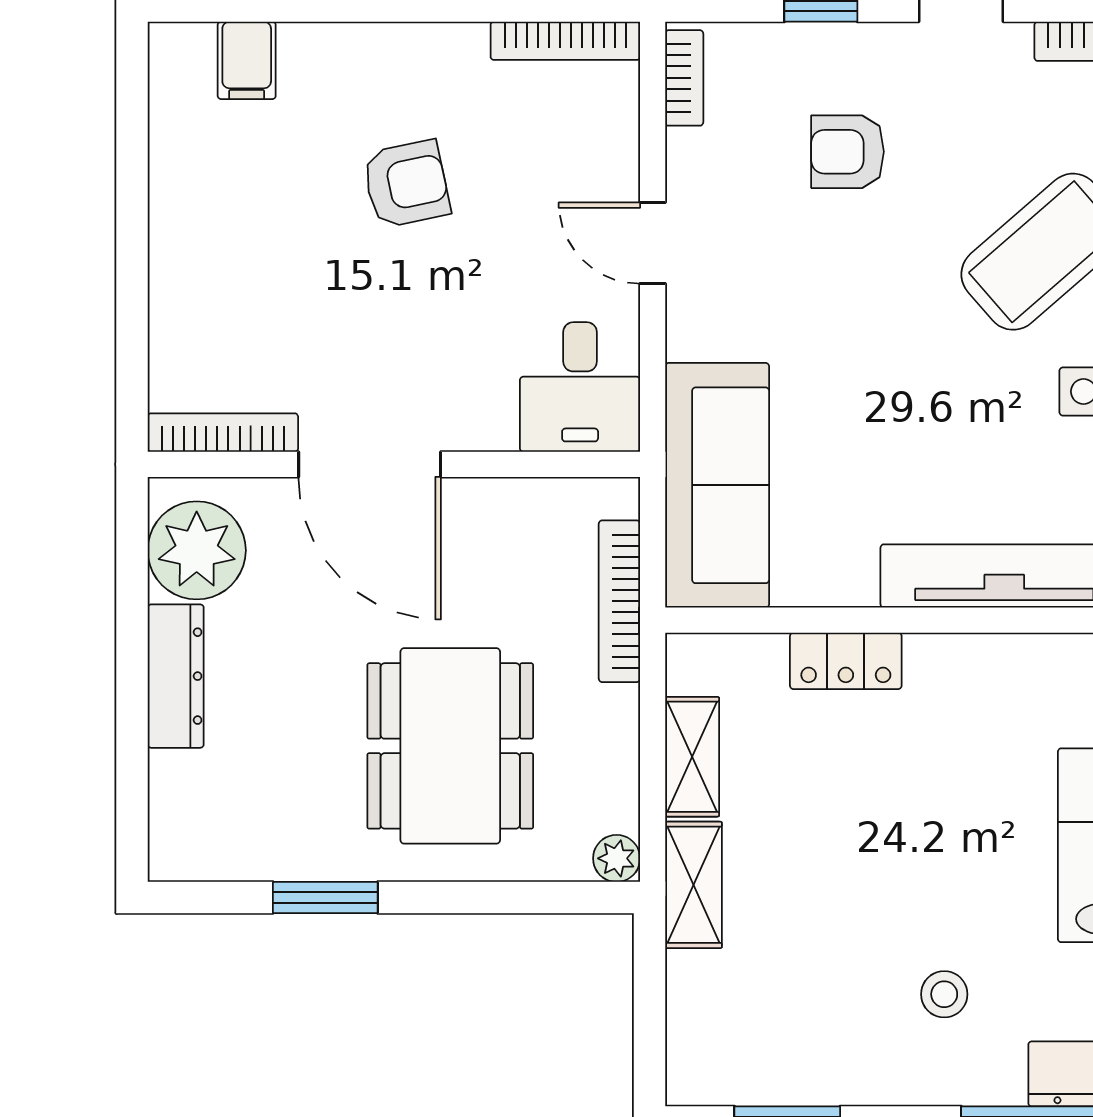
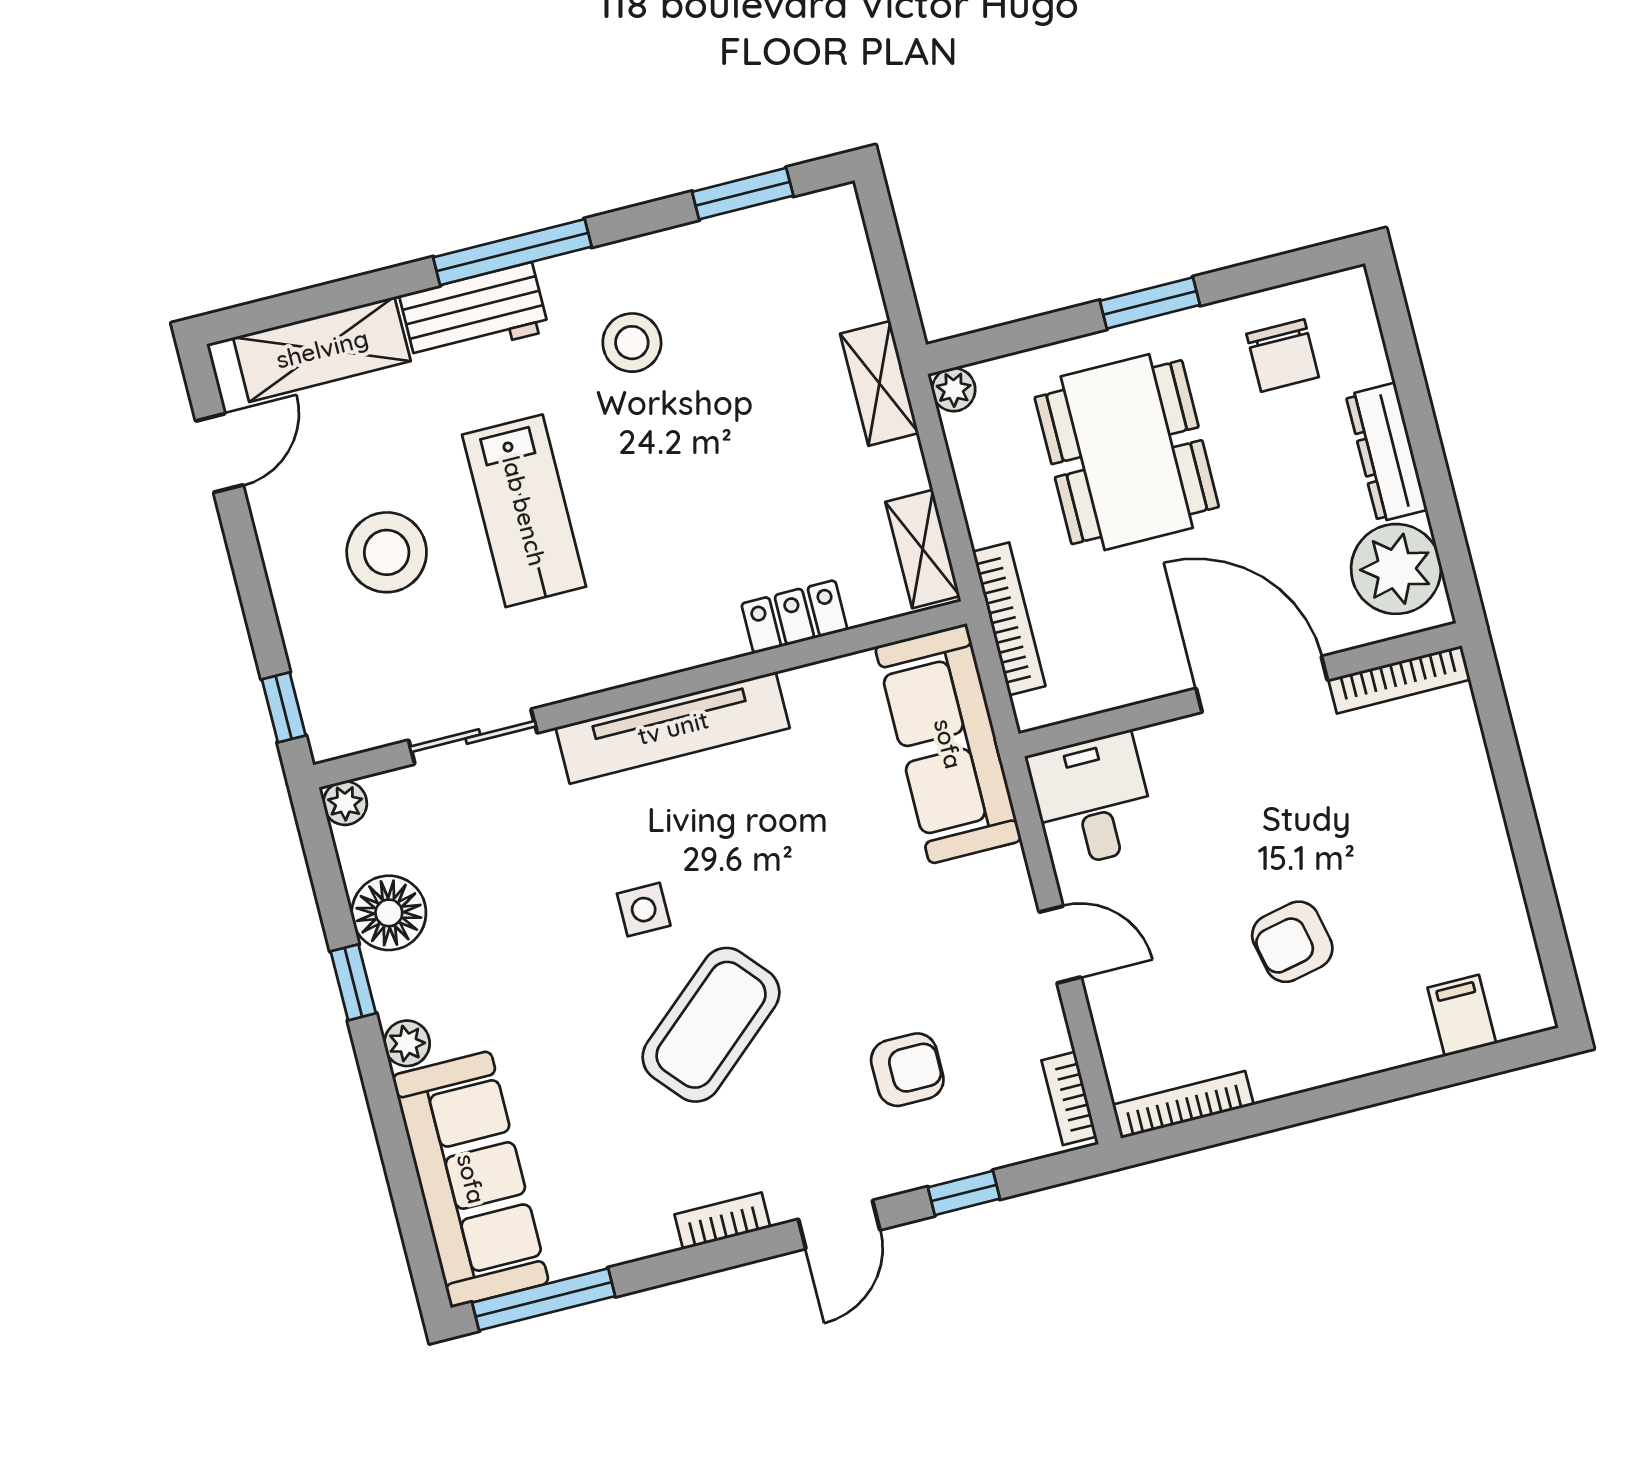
shelving: (692, 757) -> (923, 549), moved
chair: (260, 806) -> (1283, 355), added
window: (325, 898) -> (1150, 303), moved
stool: (944, 994) -> (632, 343), width x1.37, depth x1.37

